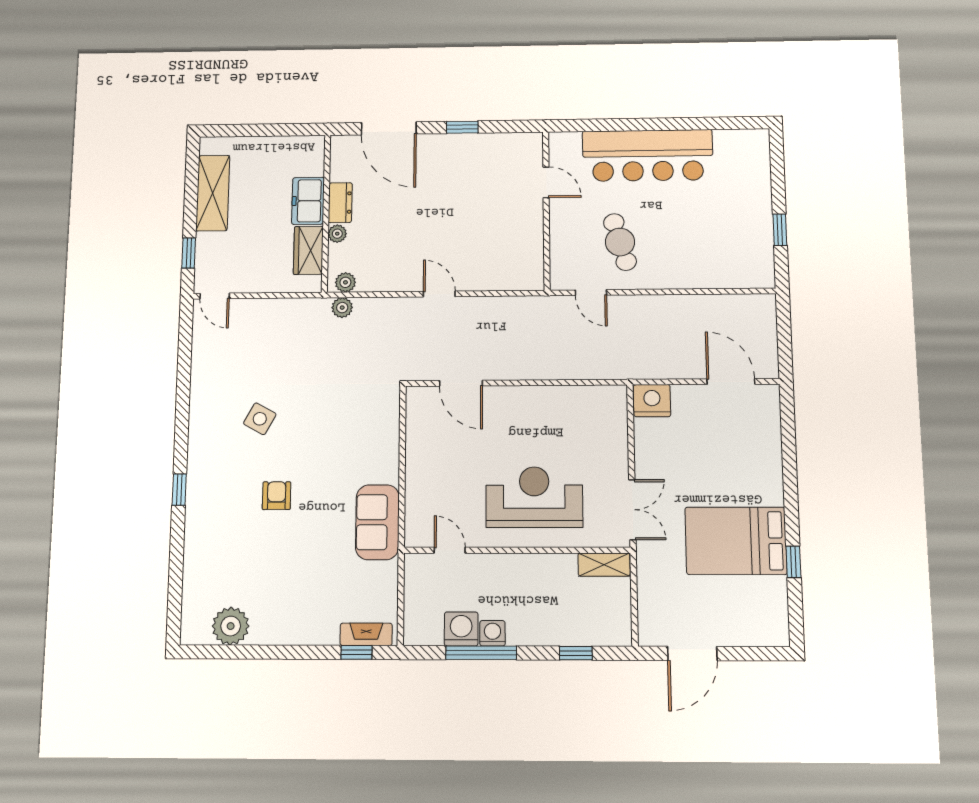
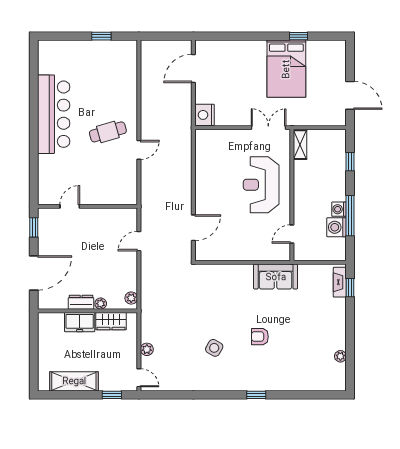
door: (546, 182) -> (70, 206), moved
wall: (546, 210) -> (87, 206), moved
door: (215, 296) -> (139, 378), hinge flipped
plant: (342, 308) -> (147, 349), moved
plant: (231, 626) -> (340, 356), width x0.53, depth x0.53

